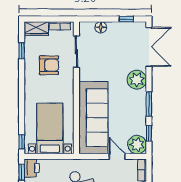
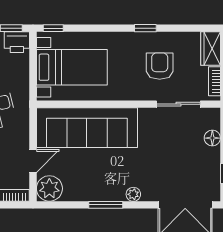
window: (22, 51) -> (145, 28), moved
armchair: (49, 65) -> (160, 66), turned 180
plant: (137, 80) -> (133, 194), width x0.53, depth x0.53
window: (149, 133) -> (65, 205), removed

